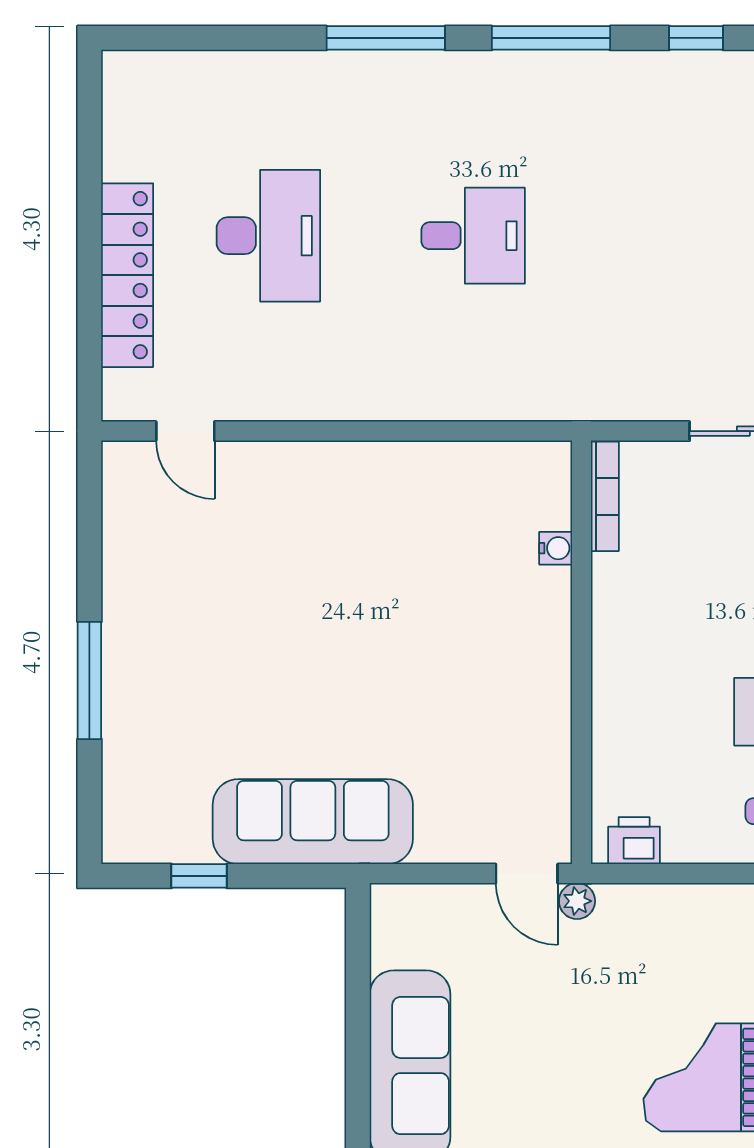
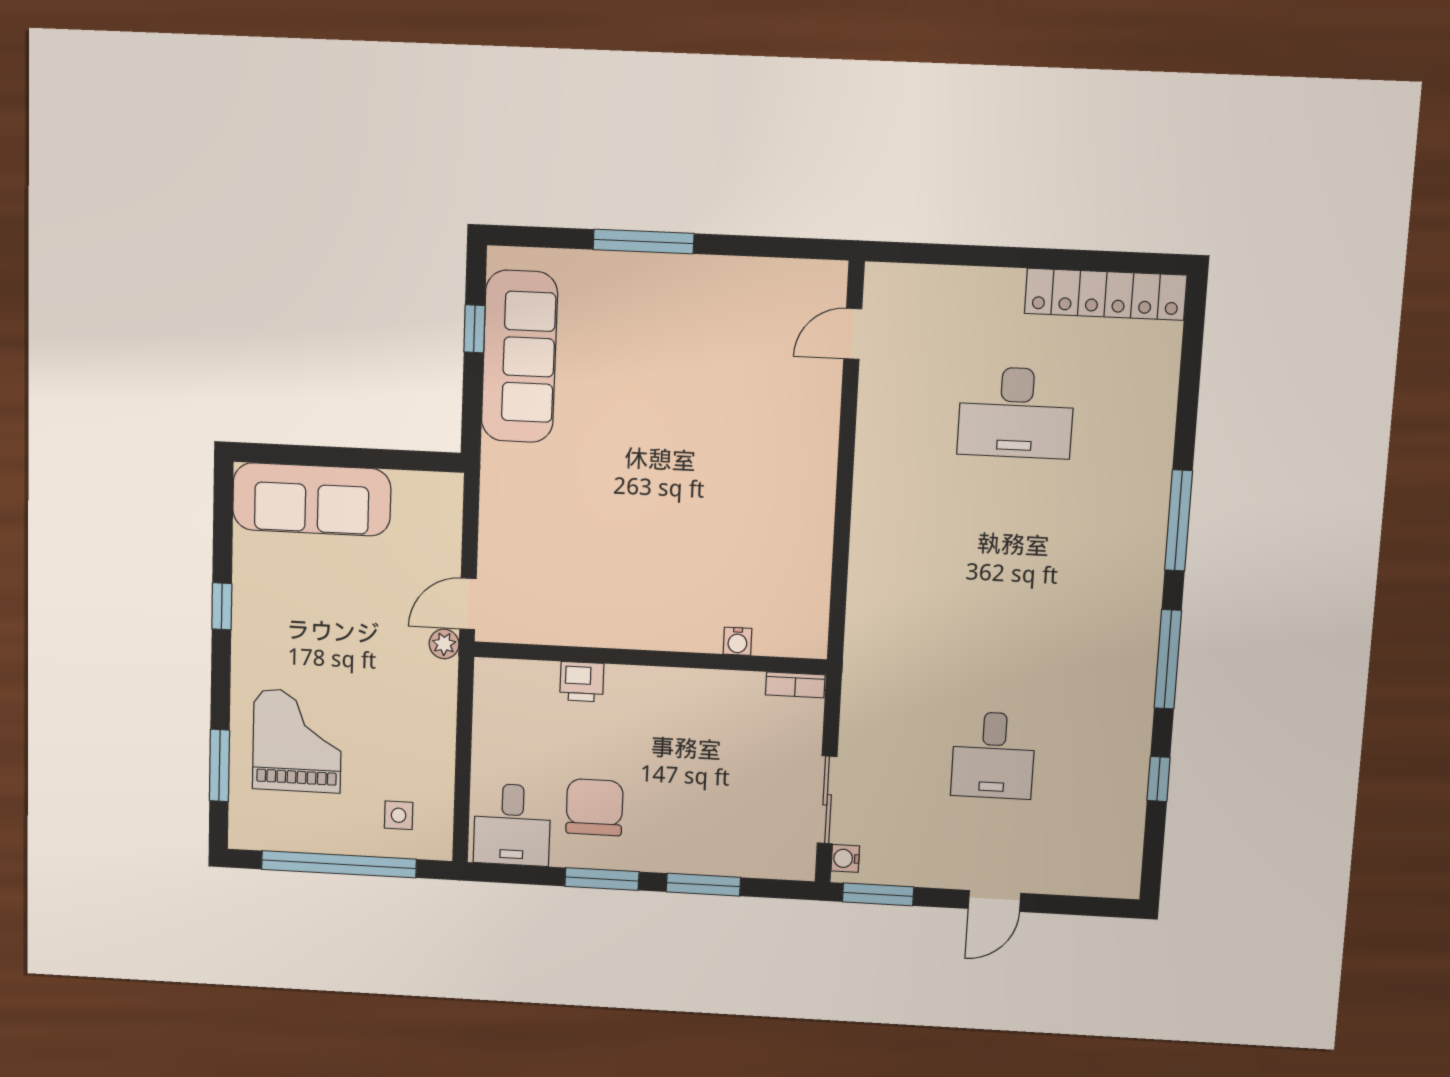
desk: (473, 236) -> (993, 755), moved
locker: (127, 275) -> (1106, 294), moved
bookcase: (605, 496) -> (795, 685), width x0.64
sofa: (313, 822) -> (519, 357), moved
printer: (634, 841) -> (582, 682), moved, turned 90

